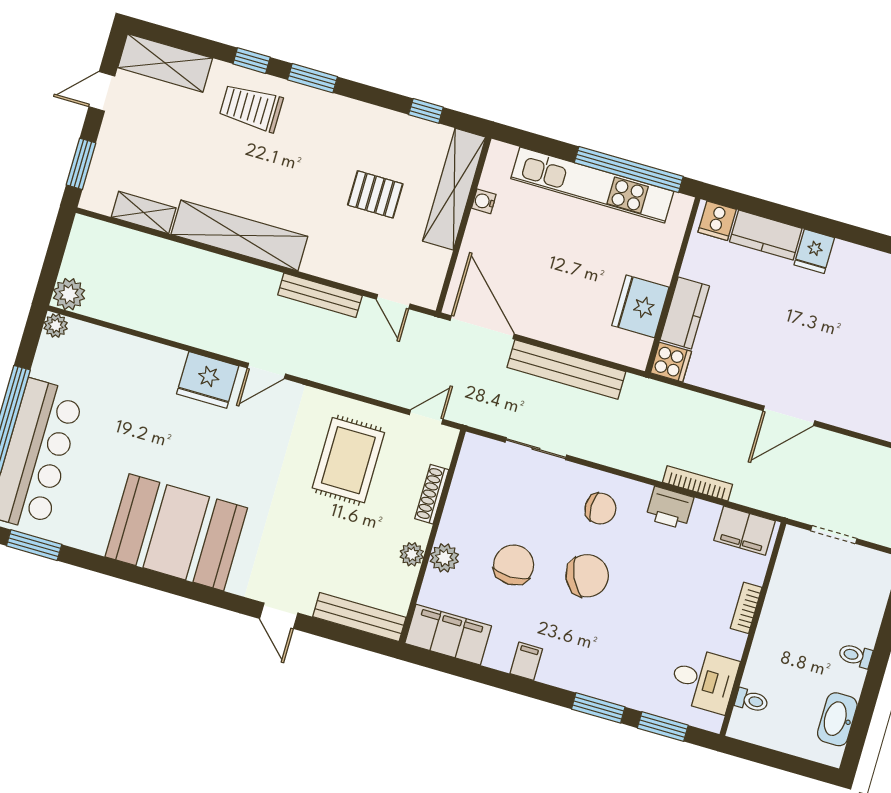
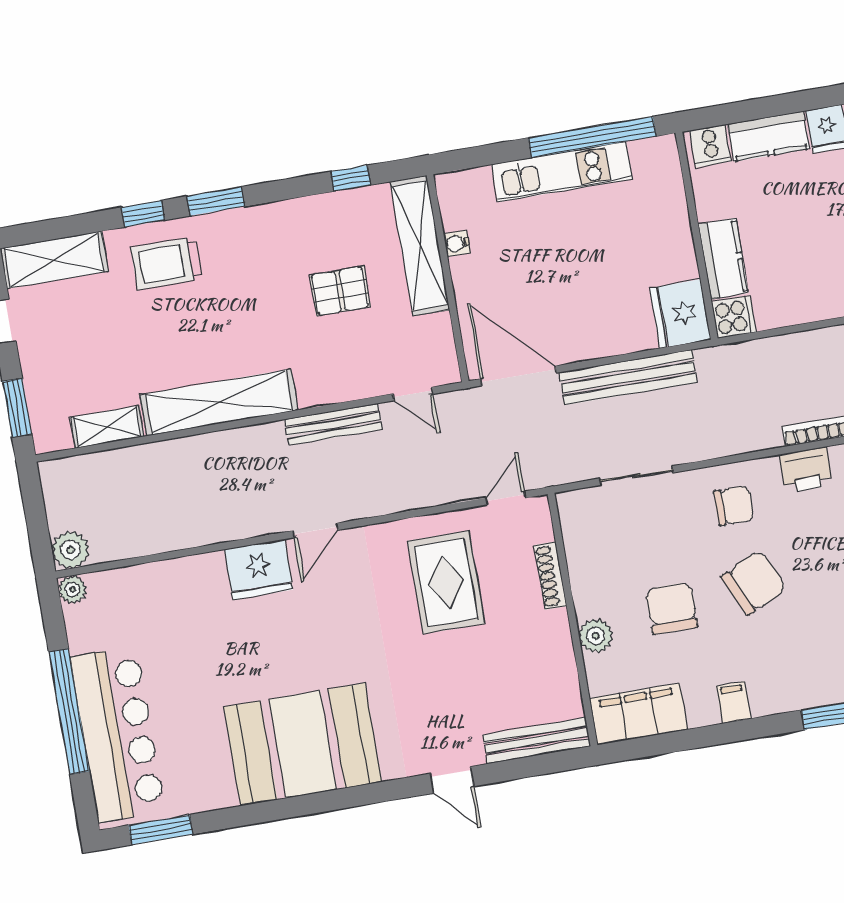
kitchen unit: (592, 185) -> (562, 172), width x0.73
fridge: (640, 306) -> (680, 314), moved
plant: (412, 554) -> (560, 649), removed

